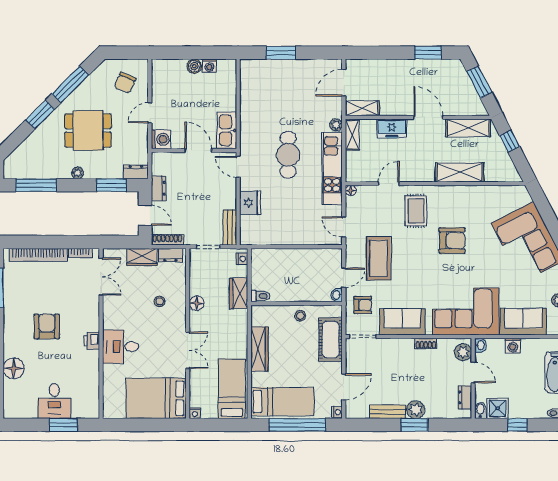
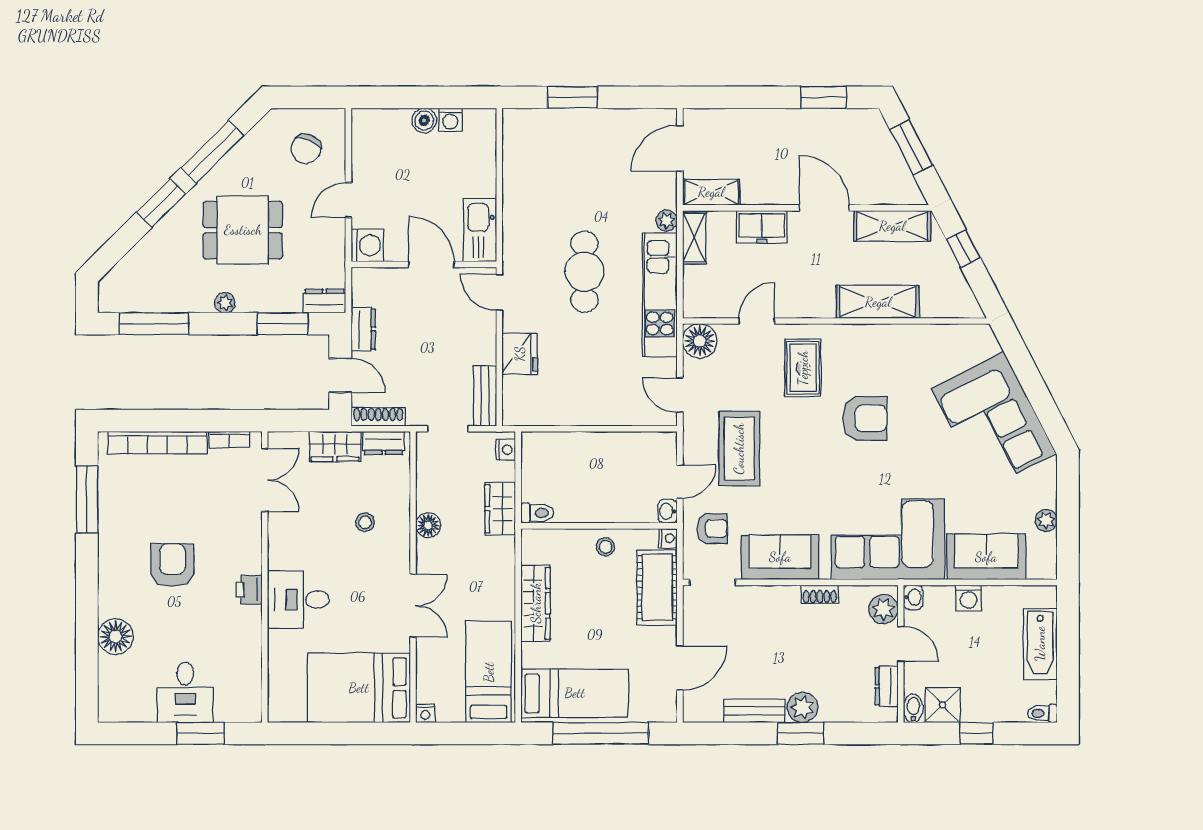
floor lamp: (351, 191) -> (700, 341), width x1.89, depth x1.89
nightstand: (337, 412) -> (668, 538), moved

